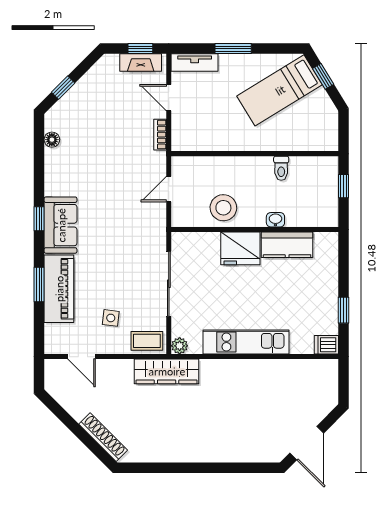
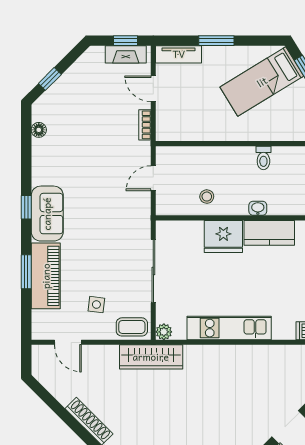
stool: (223, 208) -> (207, 197), width x0.53, depth x0.53

